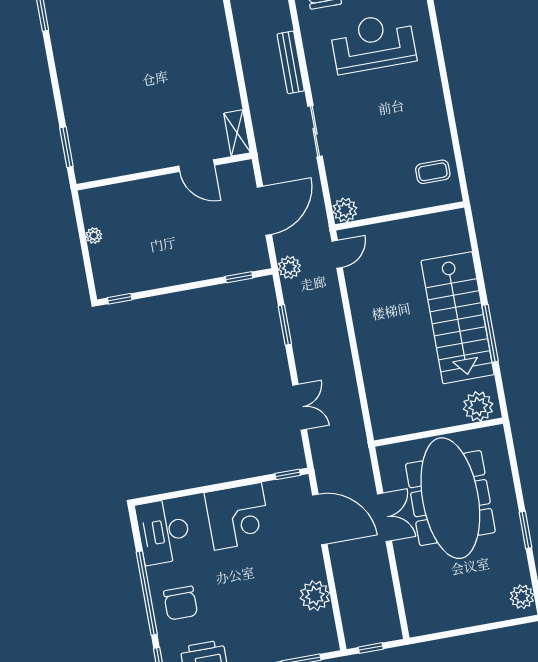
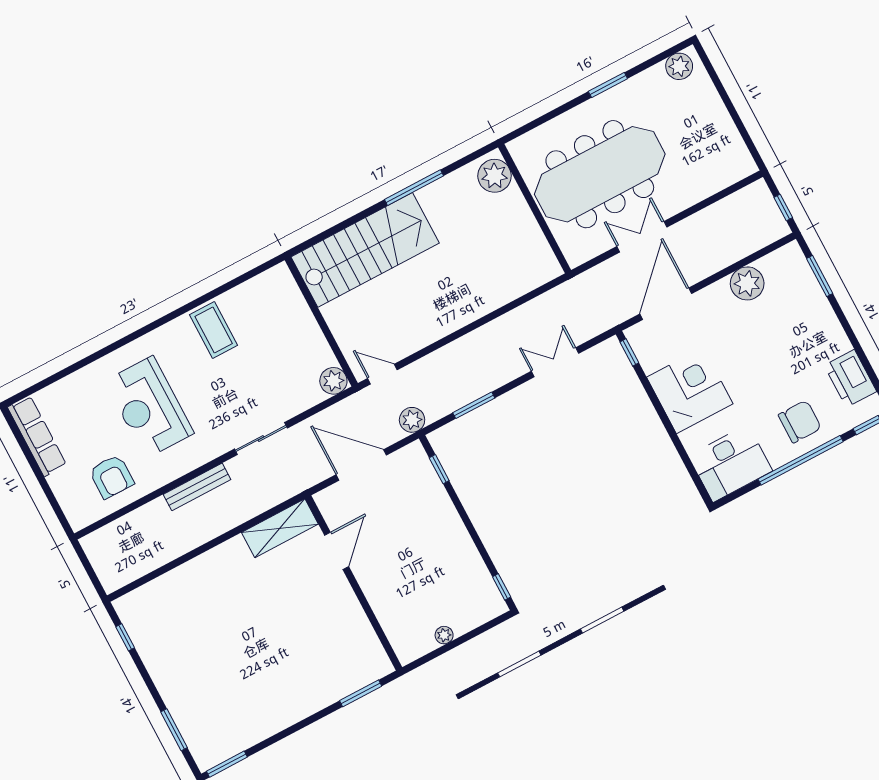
shelving: (237, 133) -> (280, 528), width x1.50, depth x1.33
coffee table: (433, 172) -> (214, 330), moved, width x1.36, depth x1.30
stairs: (458, 318) -> (365, 250), moved

